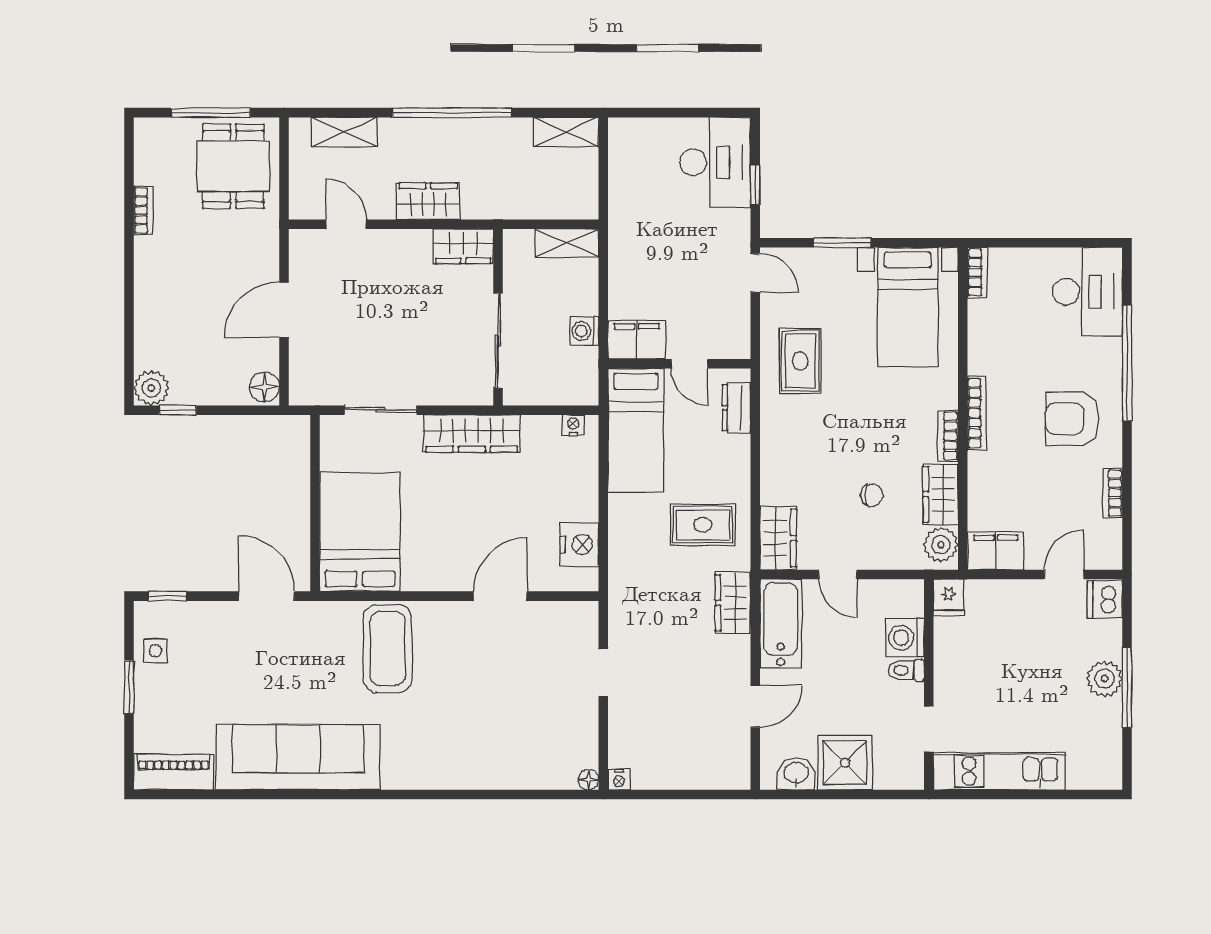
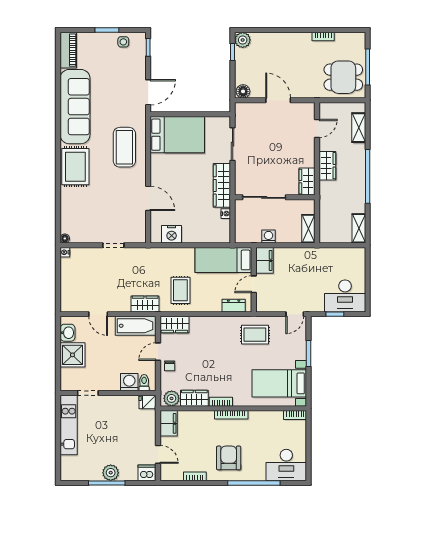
nightstand: (573, 425) -> (226, 214), moved
chair: (872, 495) -> (170, 366), moved
coffee table: (388, 648) -> (124, 147), turned 90
toilet: (906, 670) -> (144, 383), moved
rug: (430, 757) -> (75, 167), added

